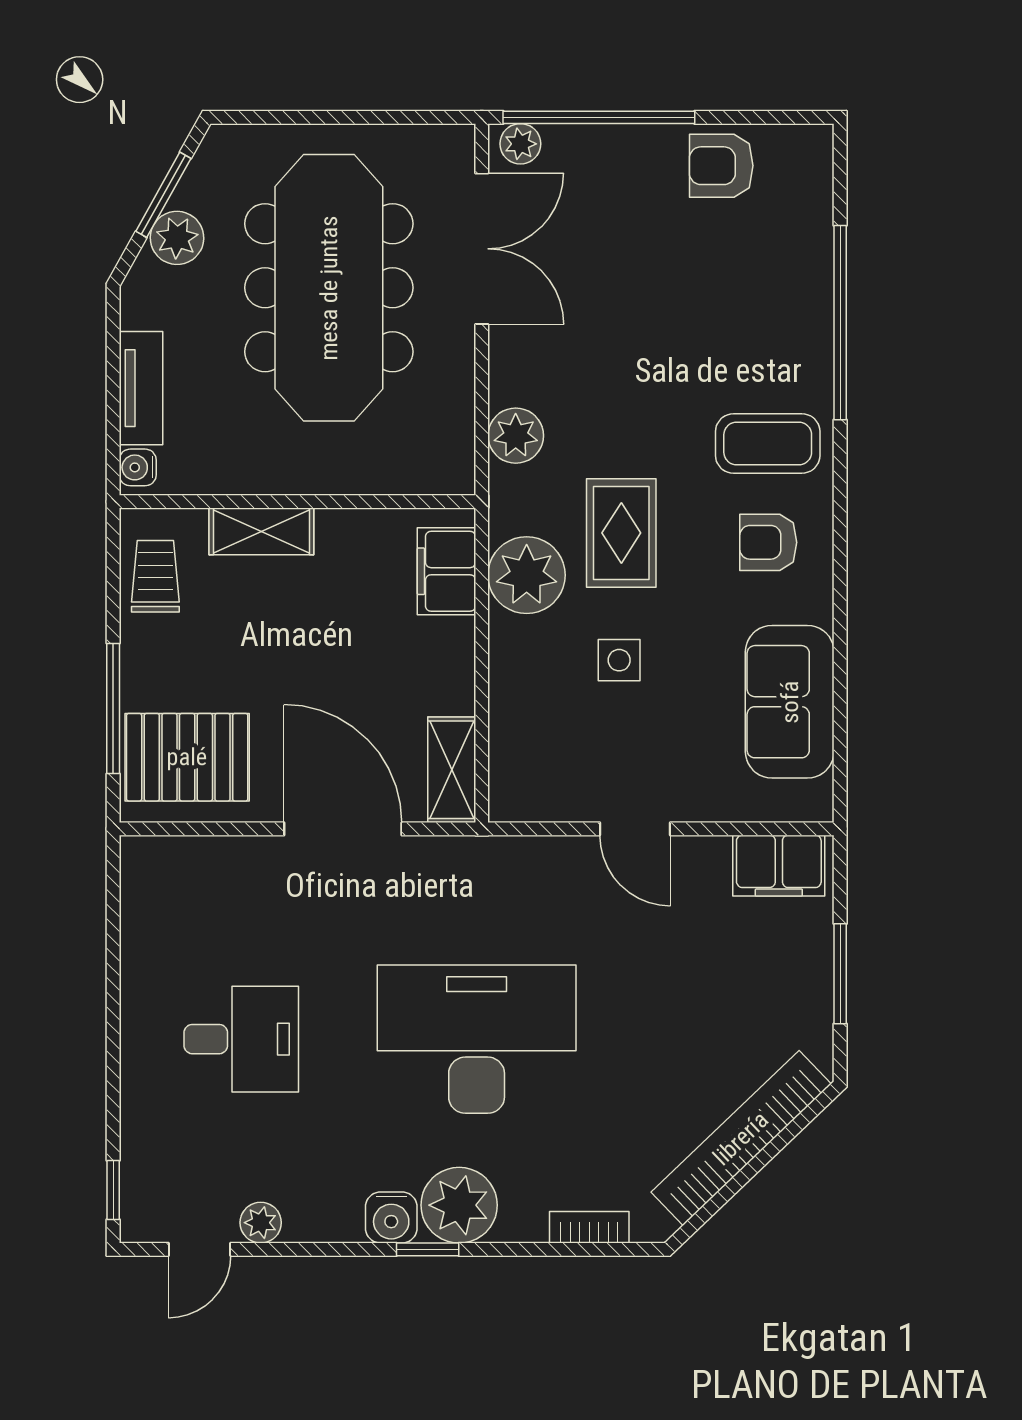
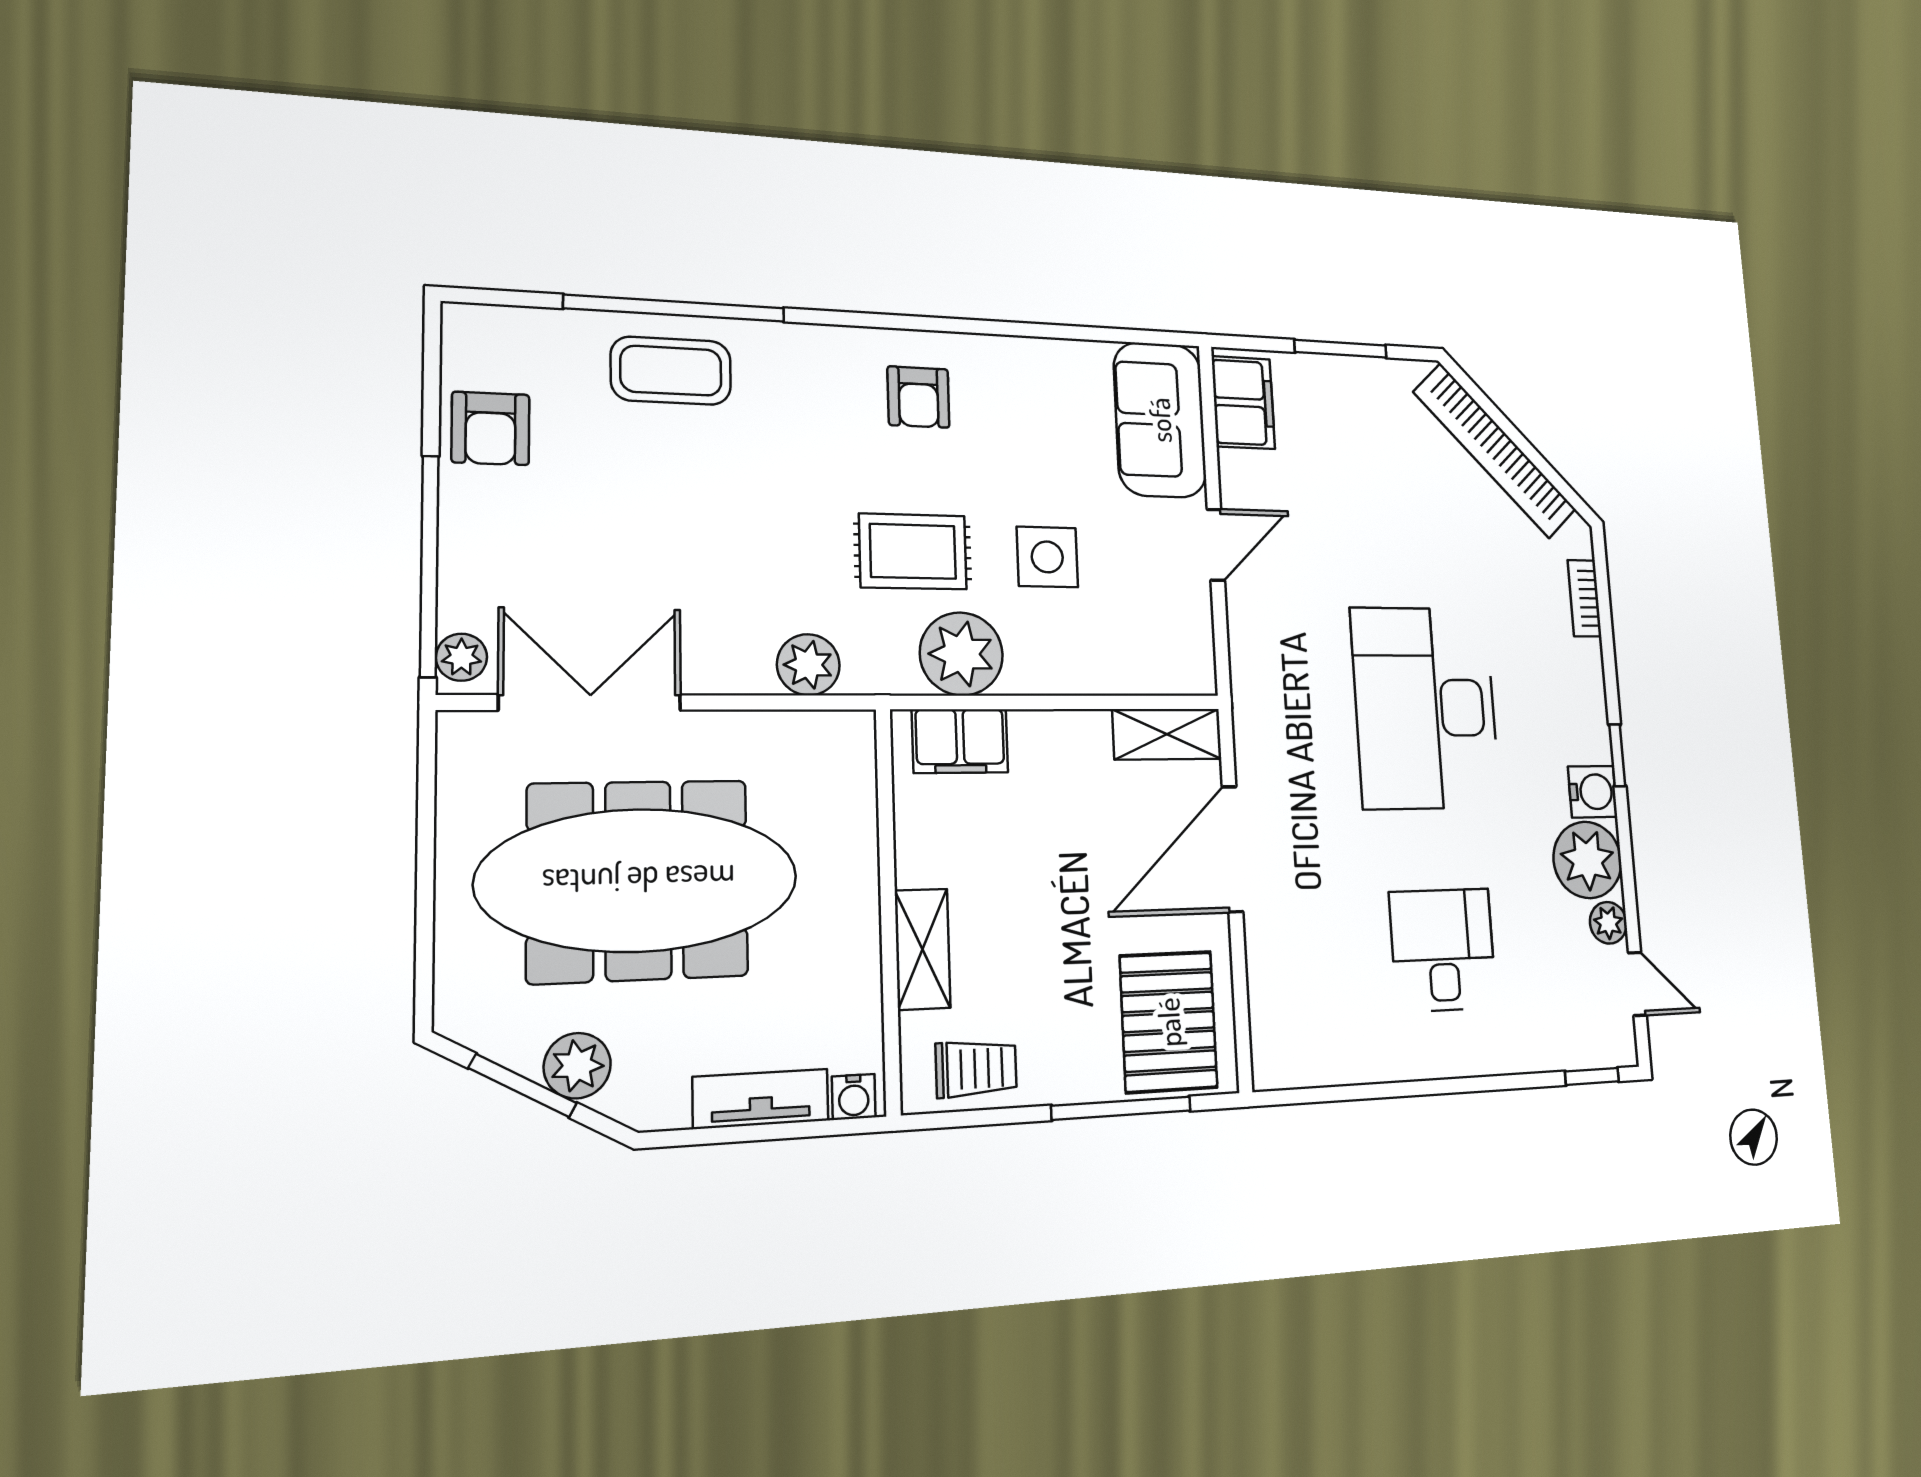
coffee table: (768, 444) -> (671, 371), moved, turned 90
trolley: (155, 576) -> (976, 1069), turned 180
side table: (619, 660) -> (1047, 557), width x1.37, depth x1.37
sofa: (790, 702) -> (1160, 420), moved, turned 90
plant: (459, 1205) -> (1587, 860), moved

